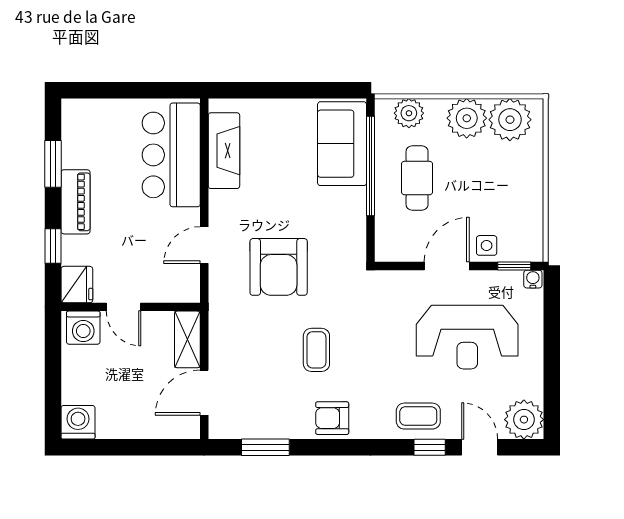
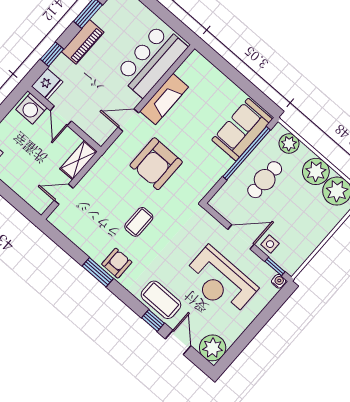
fireplace: (224, 151) -> (164, 99), moved
door: (204, 393) -> (64, 194), width x0.73
coffee table: (418, 416) -> (161, 300), width x1.36, depth x1.30
armchair: (332, 418) -> (117, 263), turned 90
window: (265, 447) -> (98, 272), moved

